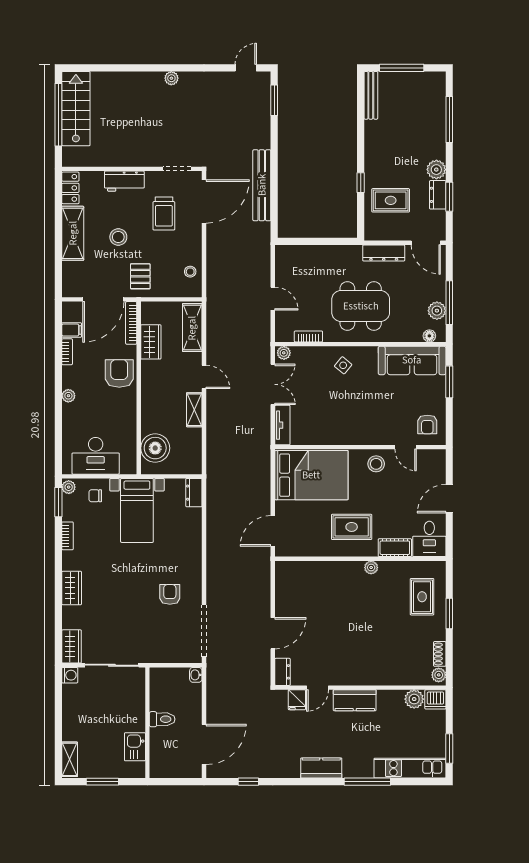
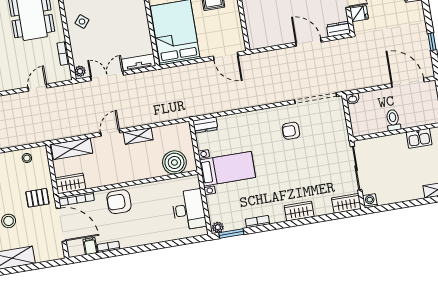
wardrobe: (151, 342) -> (70, 183), moved
plant: (68, 396) -> (144, 240), removed
chair: (95, 496) -> (221, 205), removed

